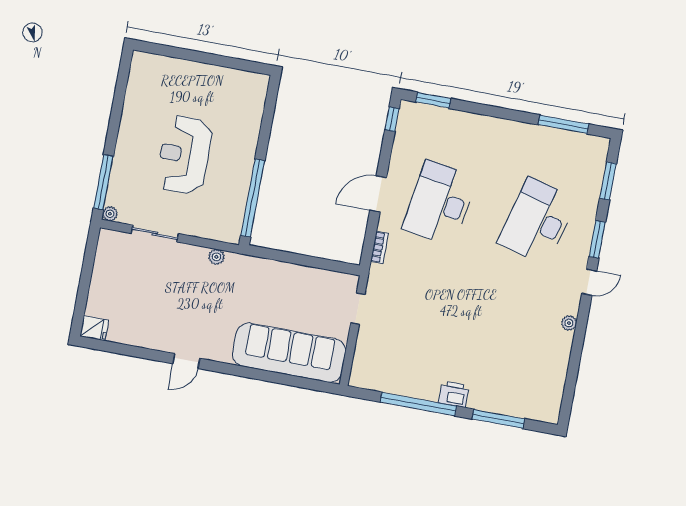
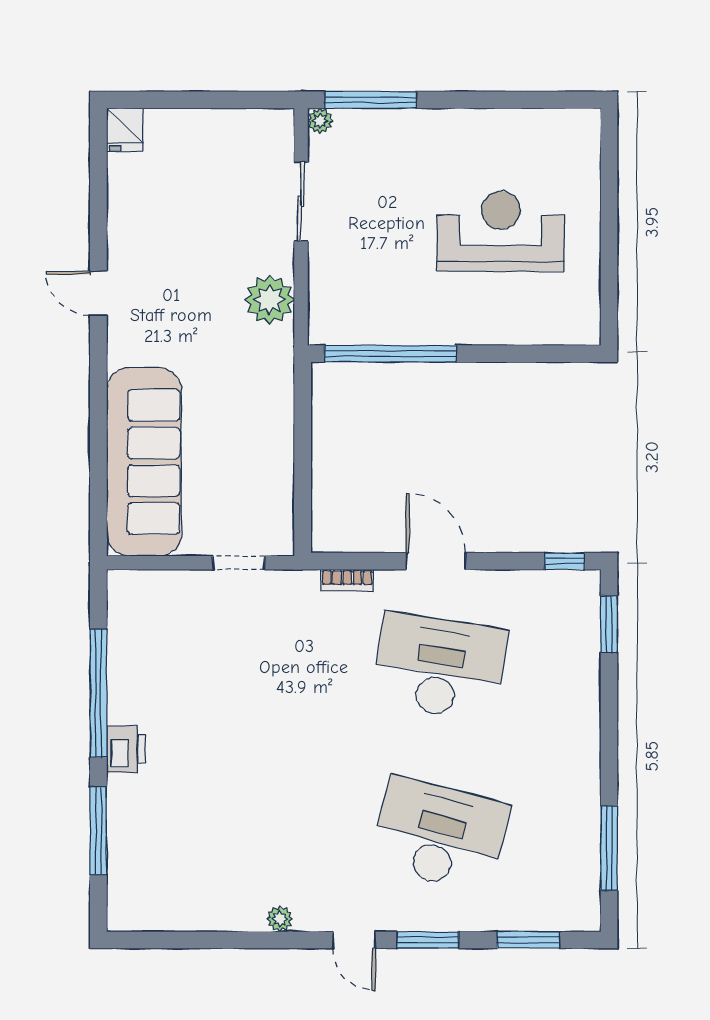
reception desk: (184, 155) -> (501, 231), moved
plant: (216, 257) -> (270, 300), width x1.87, depth x1.87

